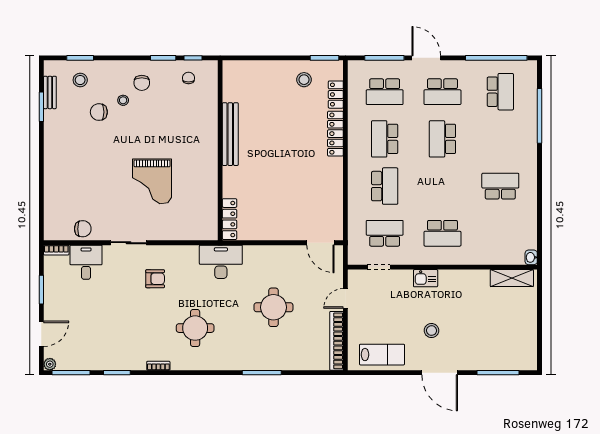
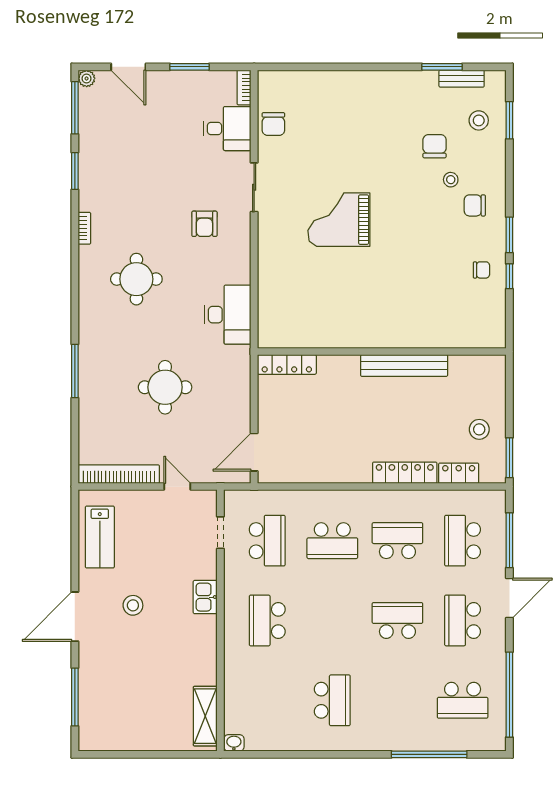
bench: (230, 134) -> (404, 366), moved
wall: (220, 150) -> (382, 352), moved
locker: (230, 219) -> (287, 364), moved

